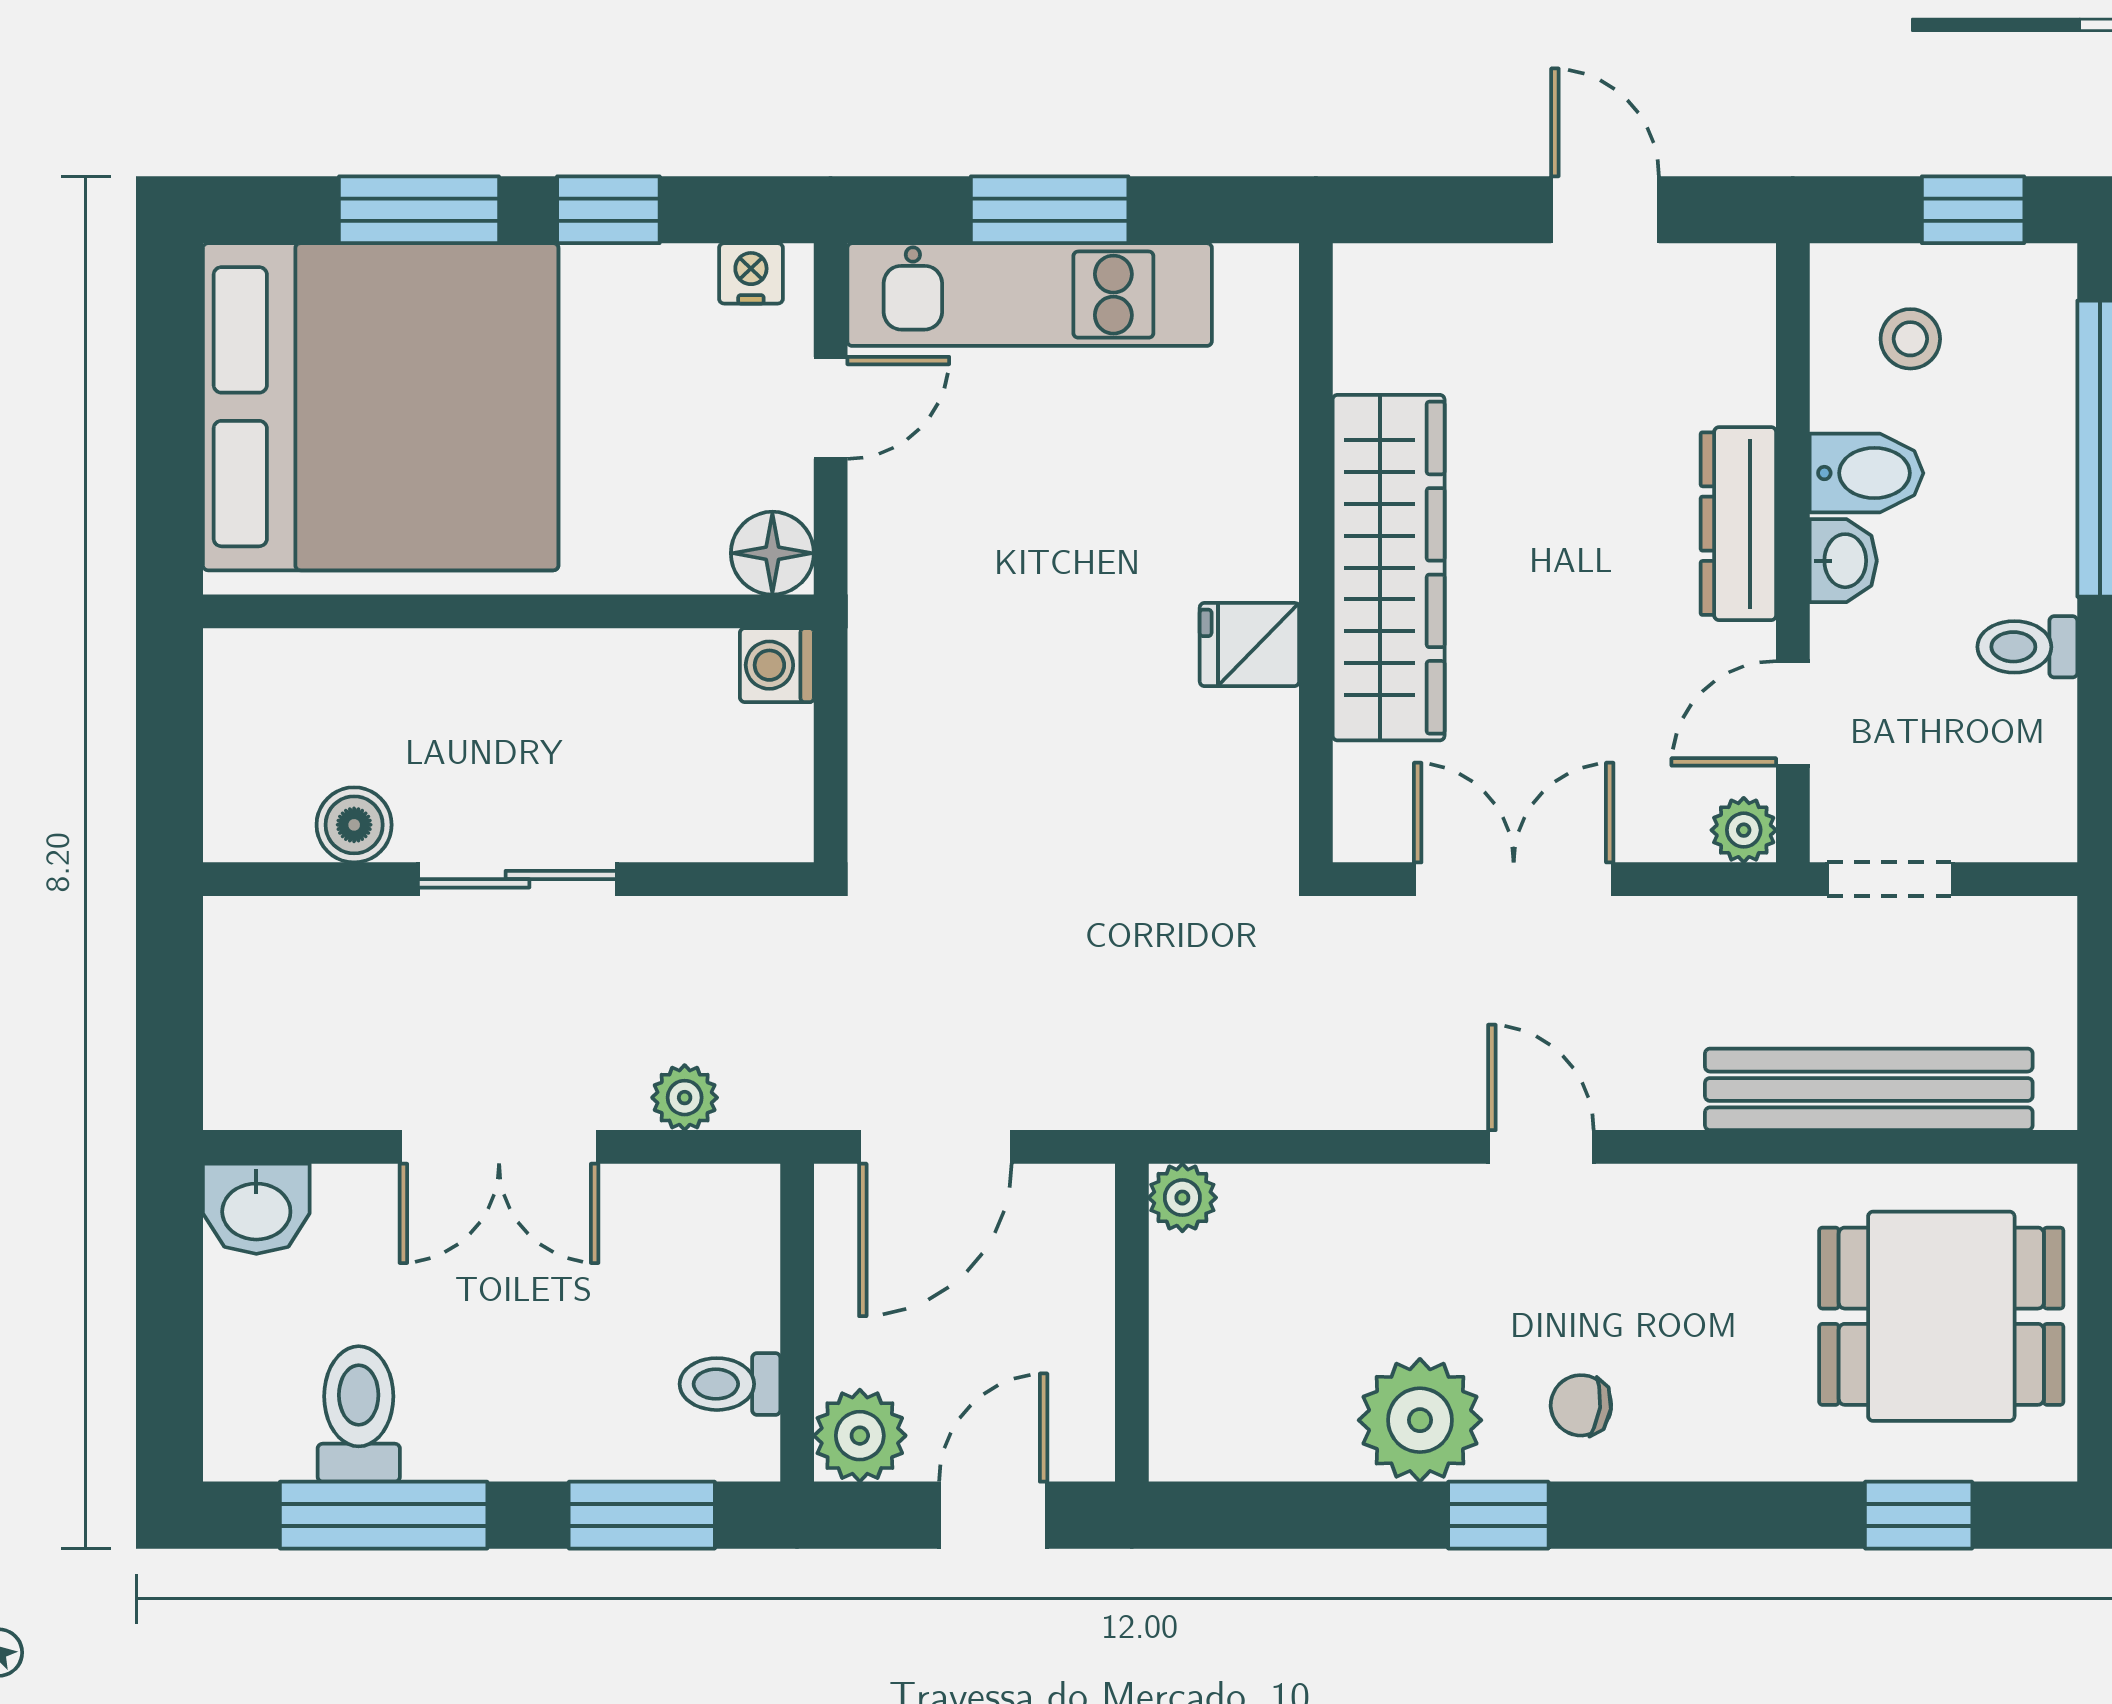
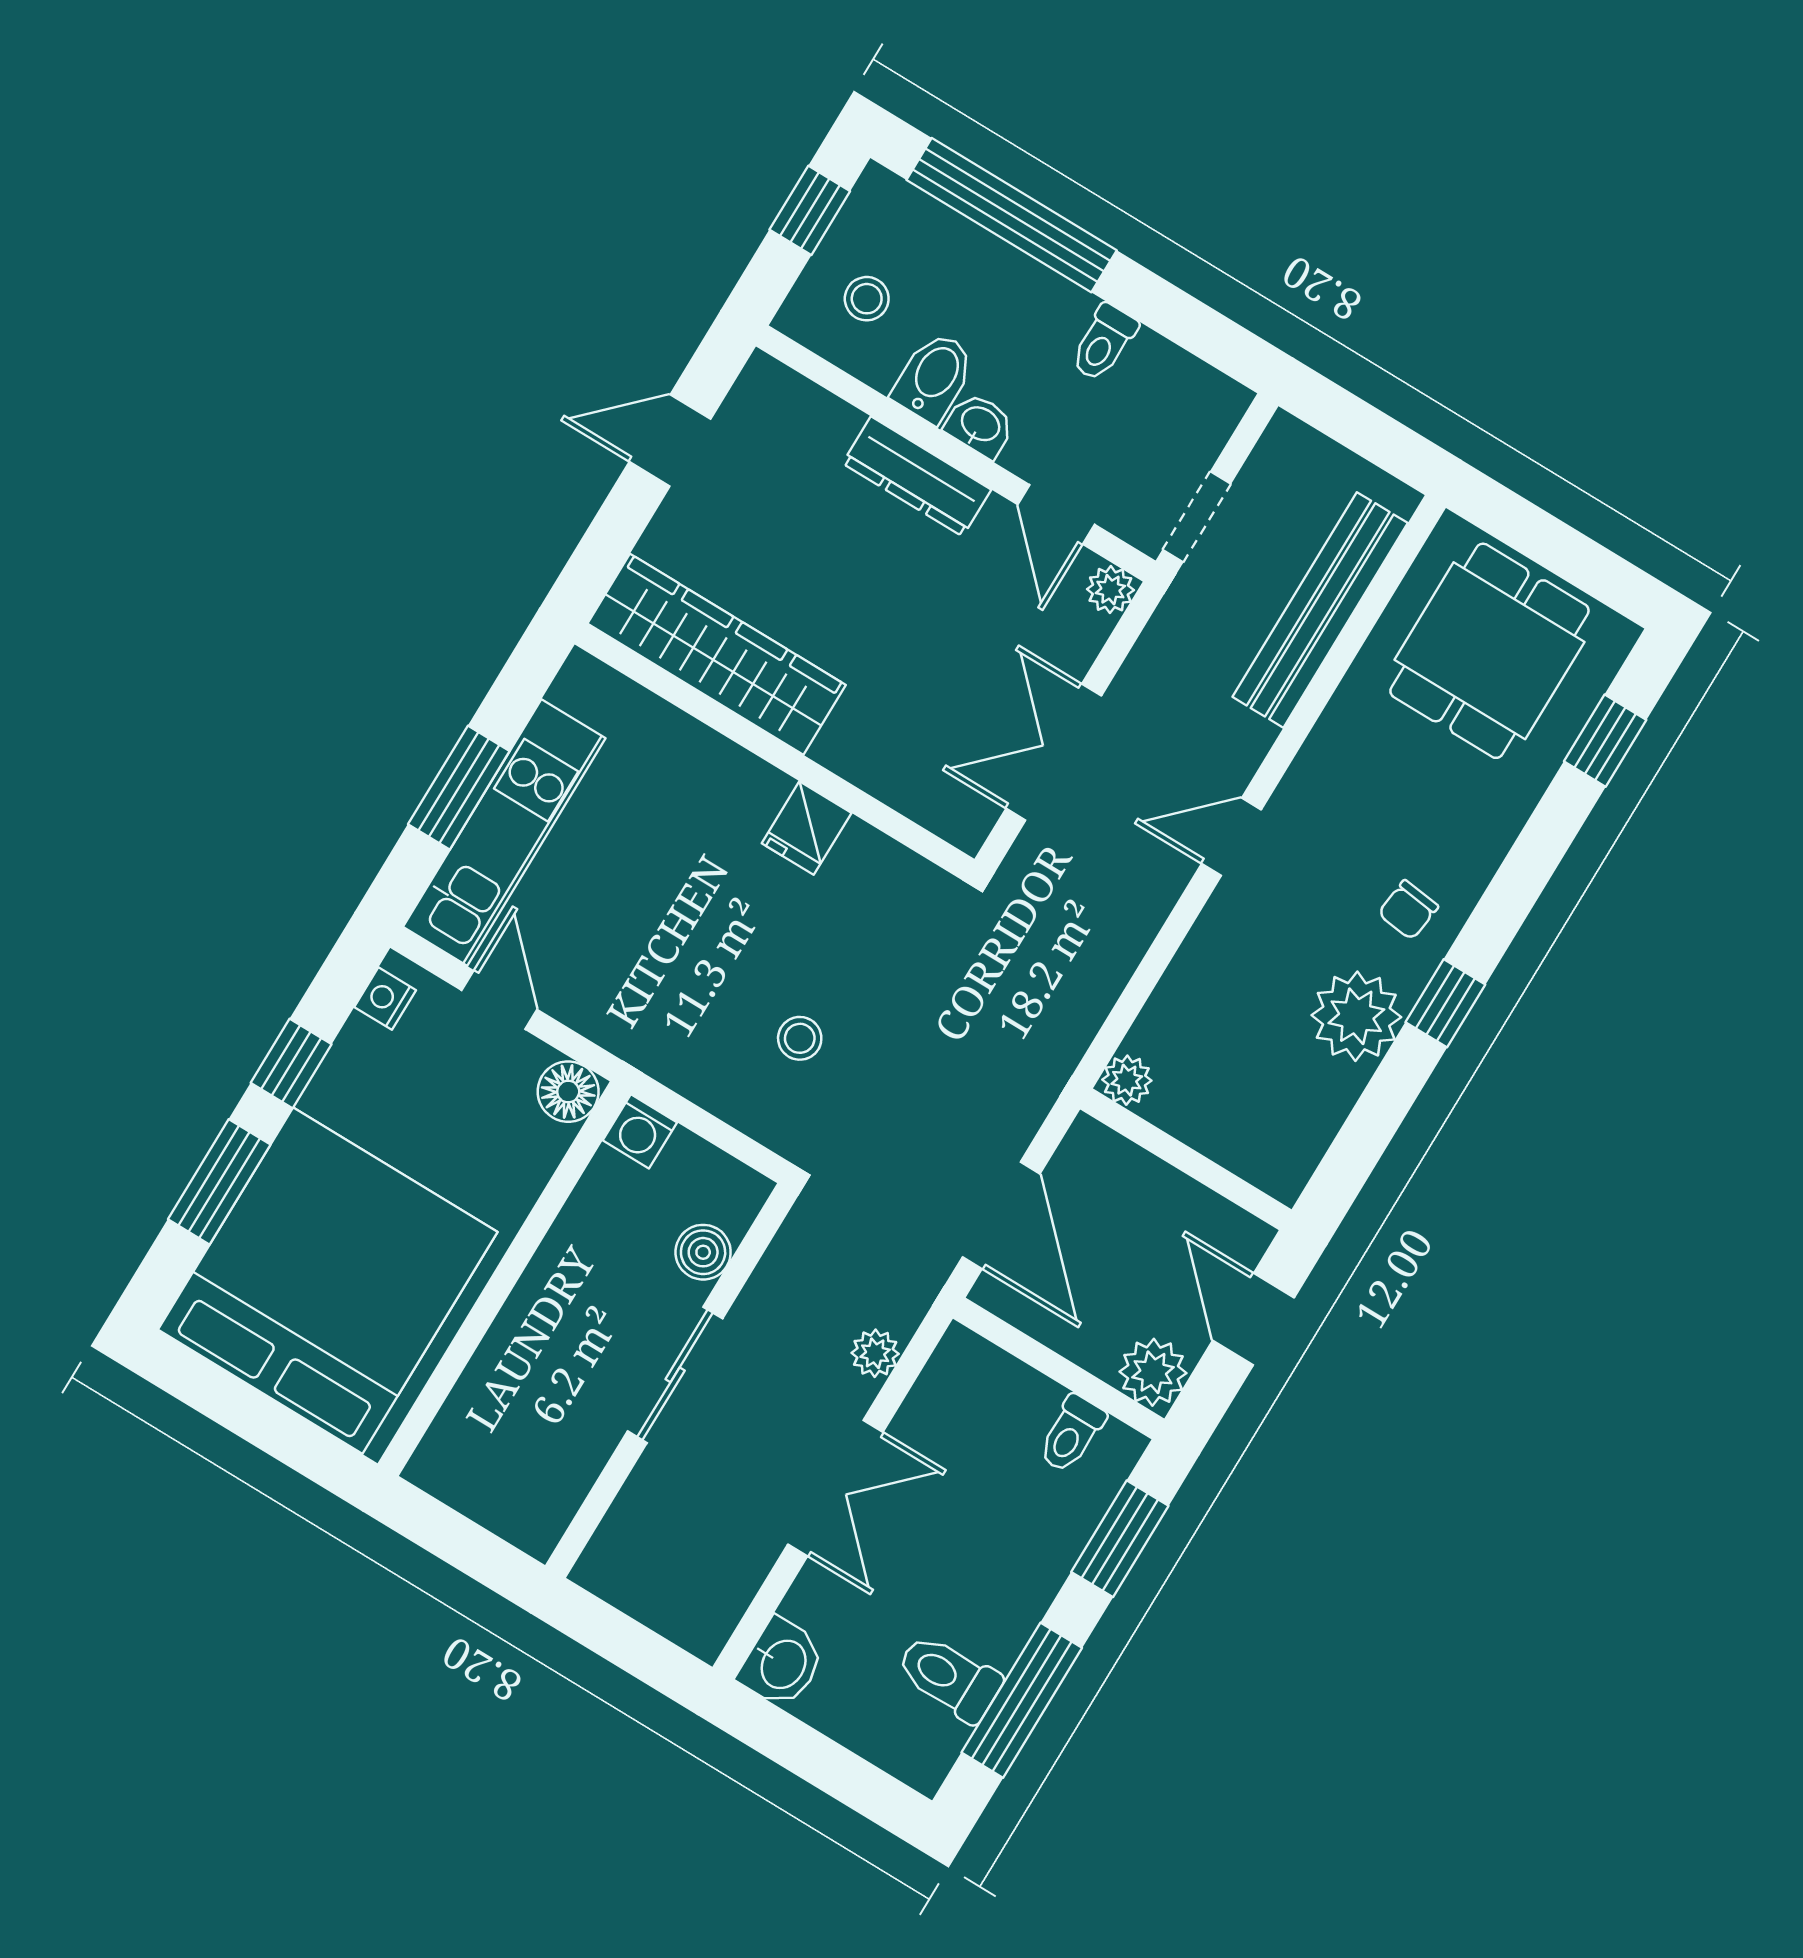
wardrobe: (1389, 568) -> (717, 654), moved
stool: (999, 786) -> (800, 1038), added
boiler: (354, 825) -> (703, 1252), moved

